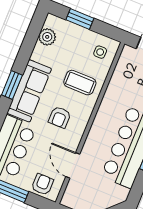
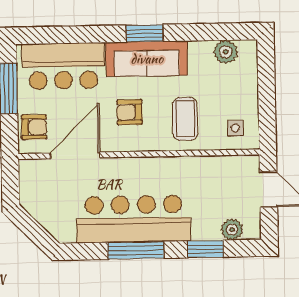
window: (80, 19) -> (266, 84), removed
door: (73, 165) -> (75, 155), width x1.36

